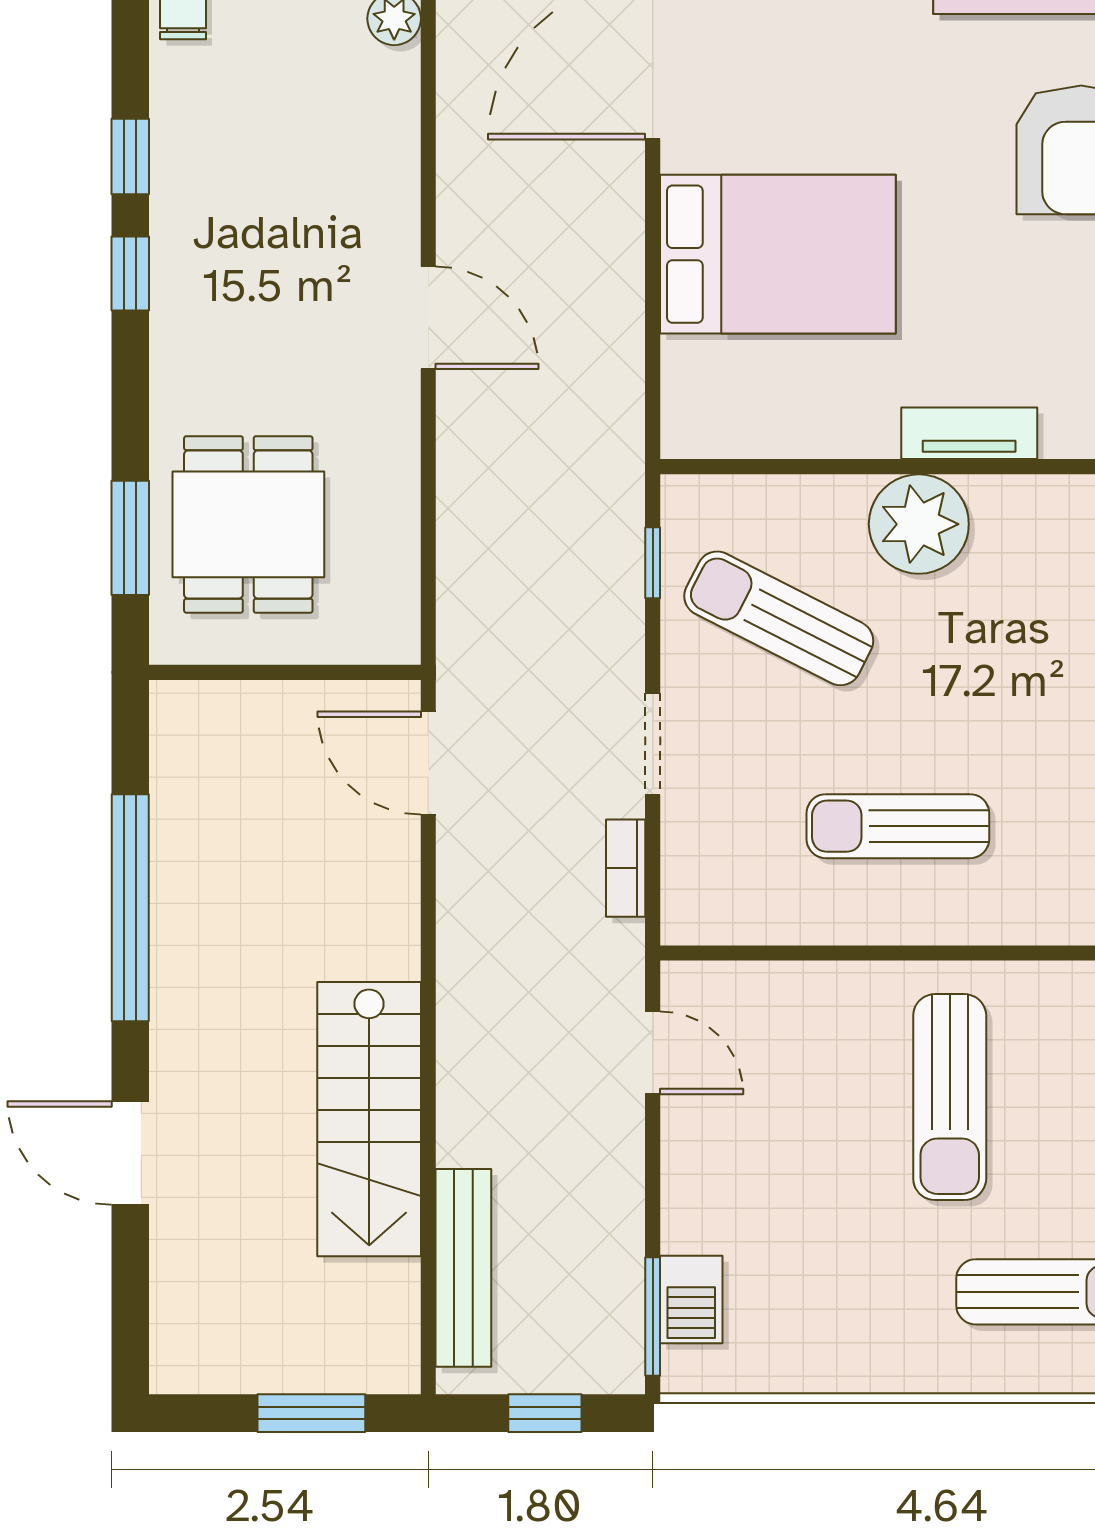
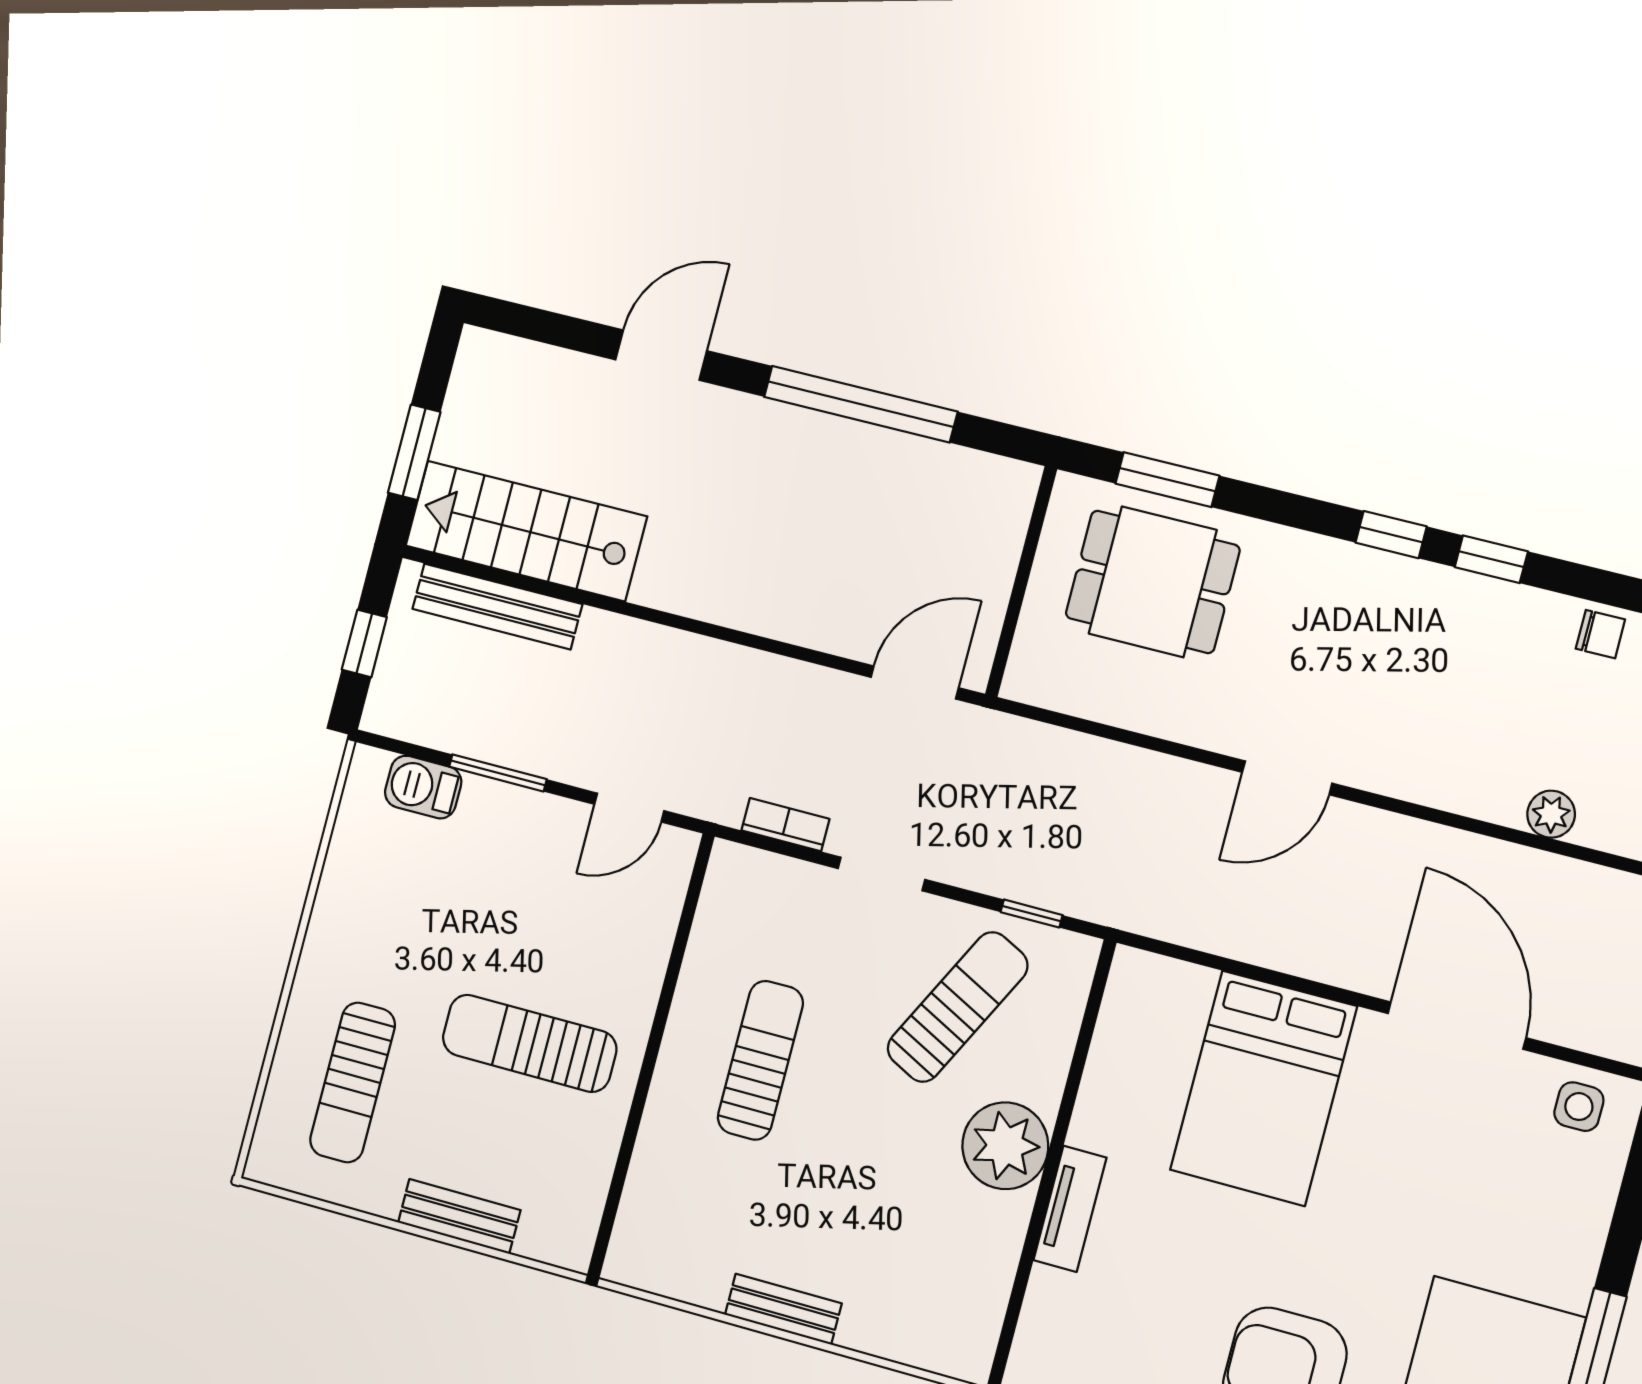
stairs: (369, 1119) -> (526, 531), moved
window: (653, 1317) -> (498, 773), moved

